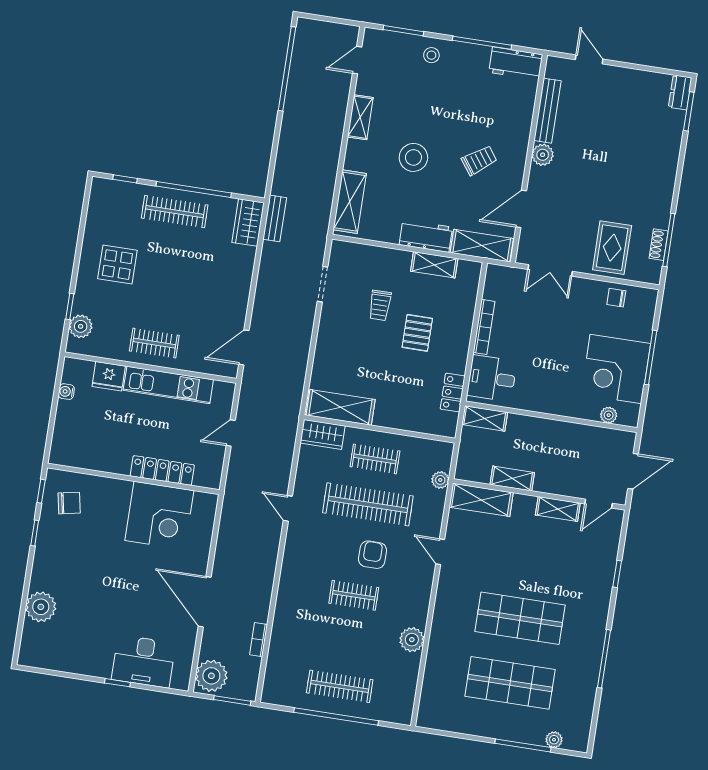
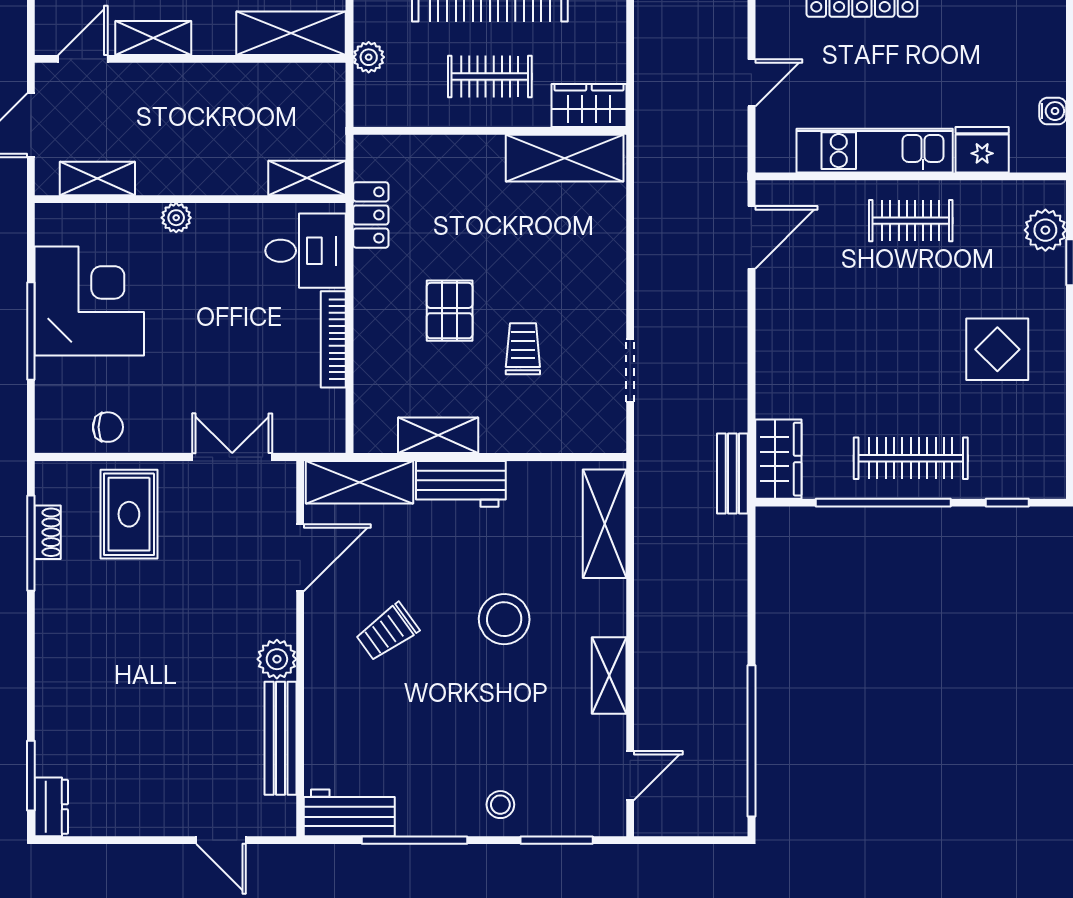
plant: (609, 415) -> (176, 218), moved
shelving: (512, 478) -> (97, 178), moved

